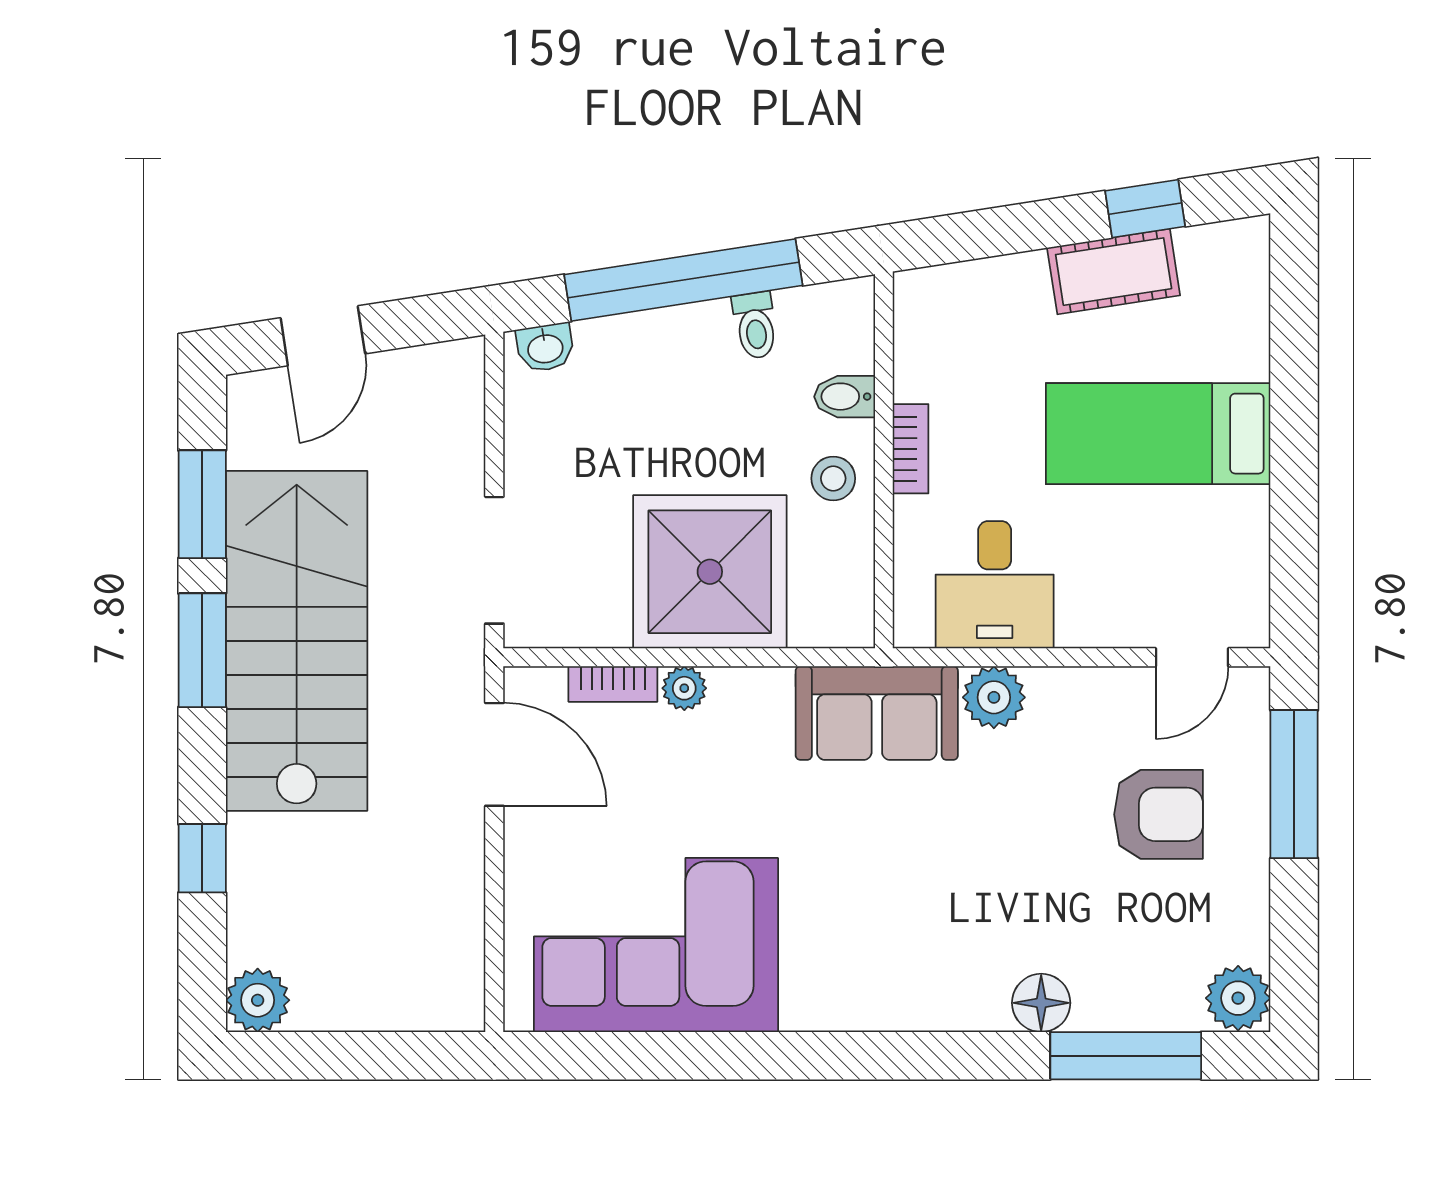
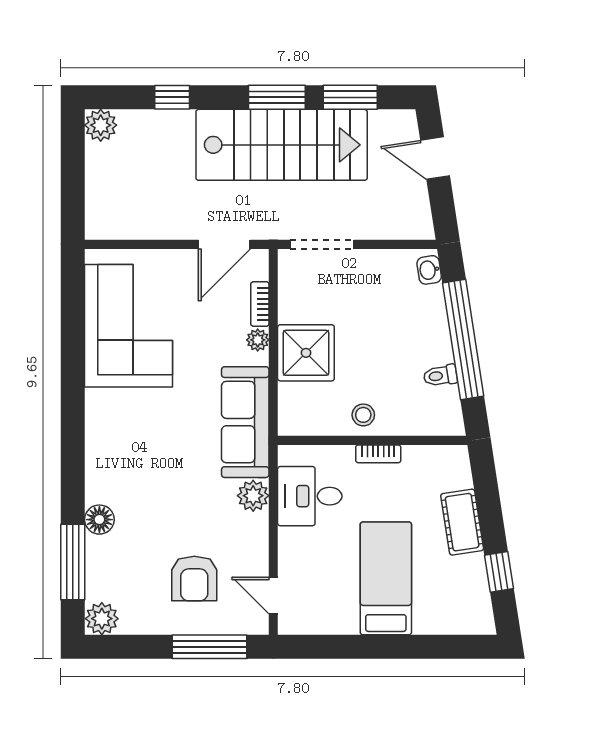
cot: (1114, 272) -> (462, 522), moved
bidet: (845, 397) -> (404, 421), removed
shower: (710, 572) -> (306, 353), width x0.73, depth x0.73
sofa: (877, 713) -> (245, 422), width x1.36

